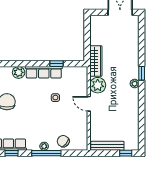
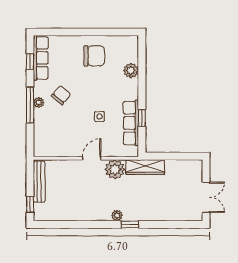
row of seats: (44, 72) -> (131, 123), moved
chair: (63, 141) -> (61, 95), moved

